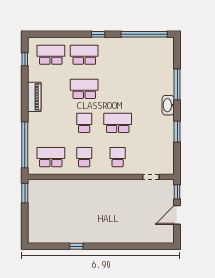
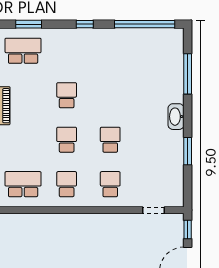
window: (55, 34) -> (29, 24), added
school desk: (84, 55) -> (67, 51), removed
window: (177, 84) -> (188, 74), moved
school desk: (84, 89) -> (67, 95), width x0.54
school desk: (118, 123) -> (110, 140), width x0.54

